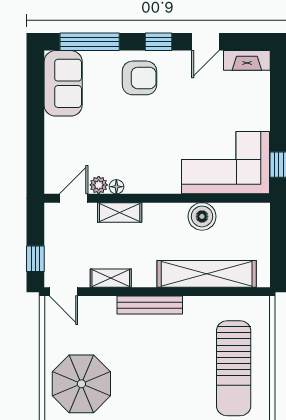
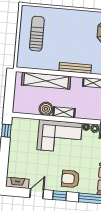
corner sofa: (226, 163) -> (60, 136), moved
shelving: (120, 212) -> (64, 112), moved
sun lounger: (234, 368) -> (37, 34), width x0.73, depth x0.75

